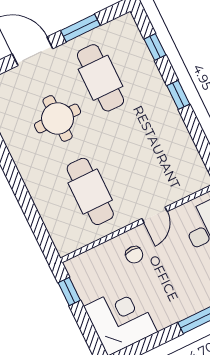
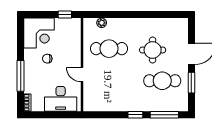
window: (155, 47) -> (164, 115), width x2.17
plant: (53, 224) -> (102, 23), added
chair: (134, 255) -> (47, 59), moved

